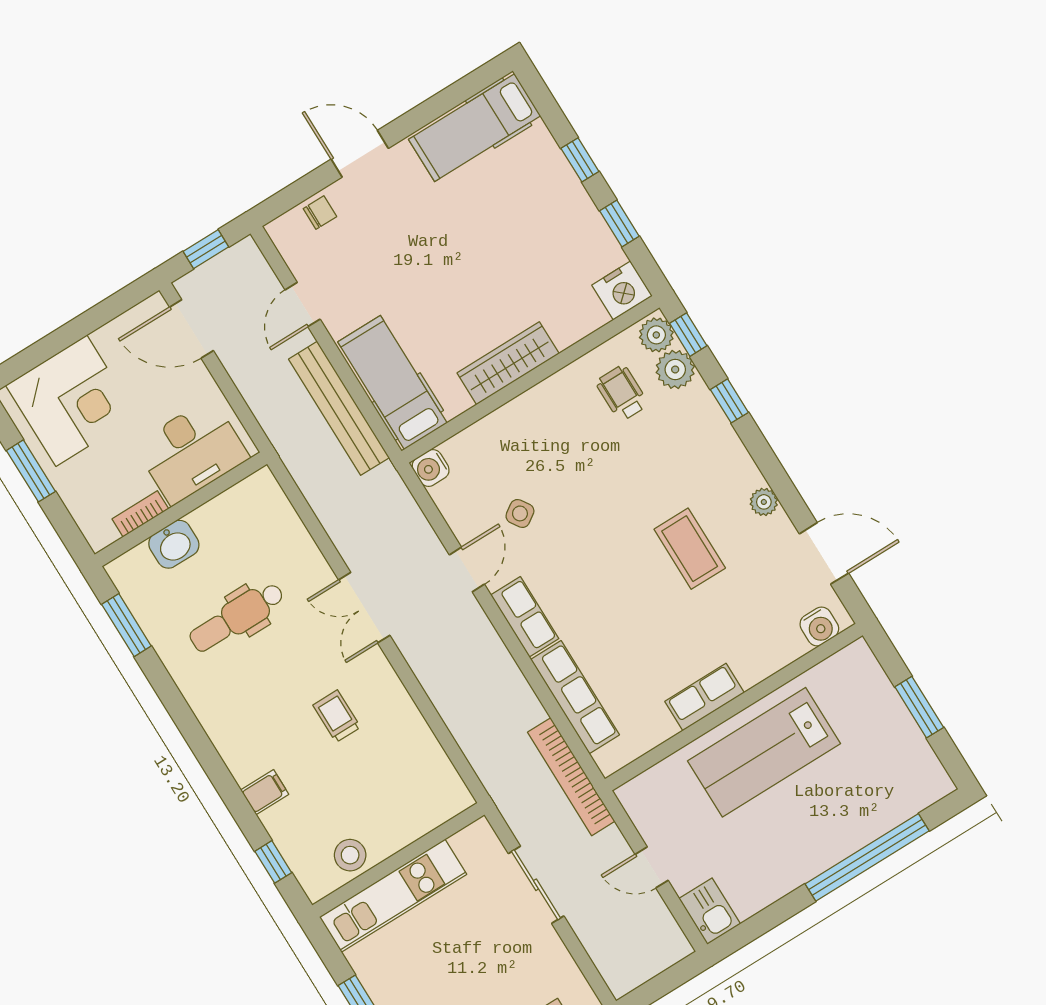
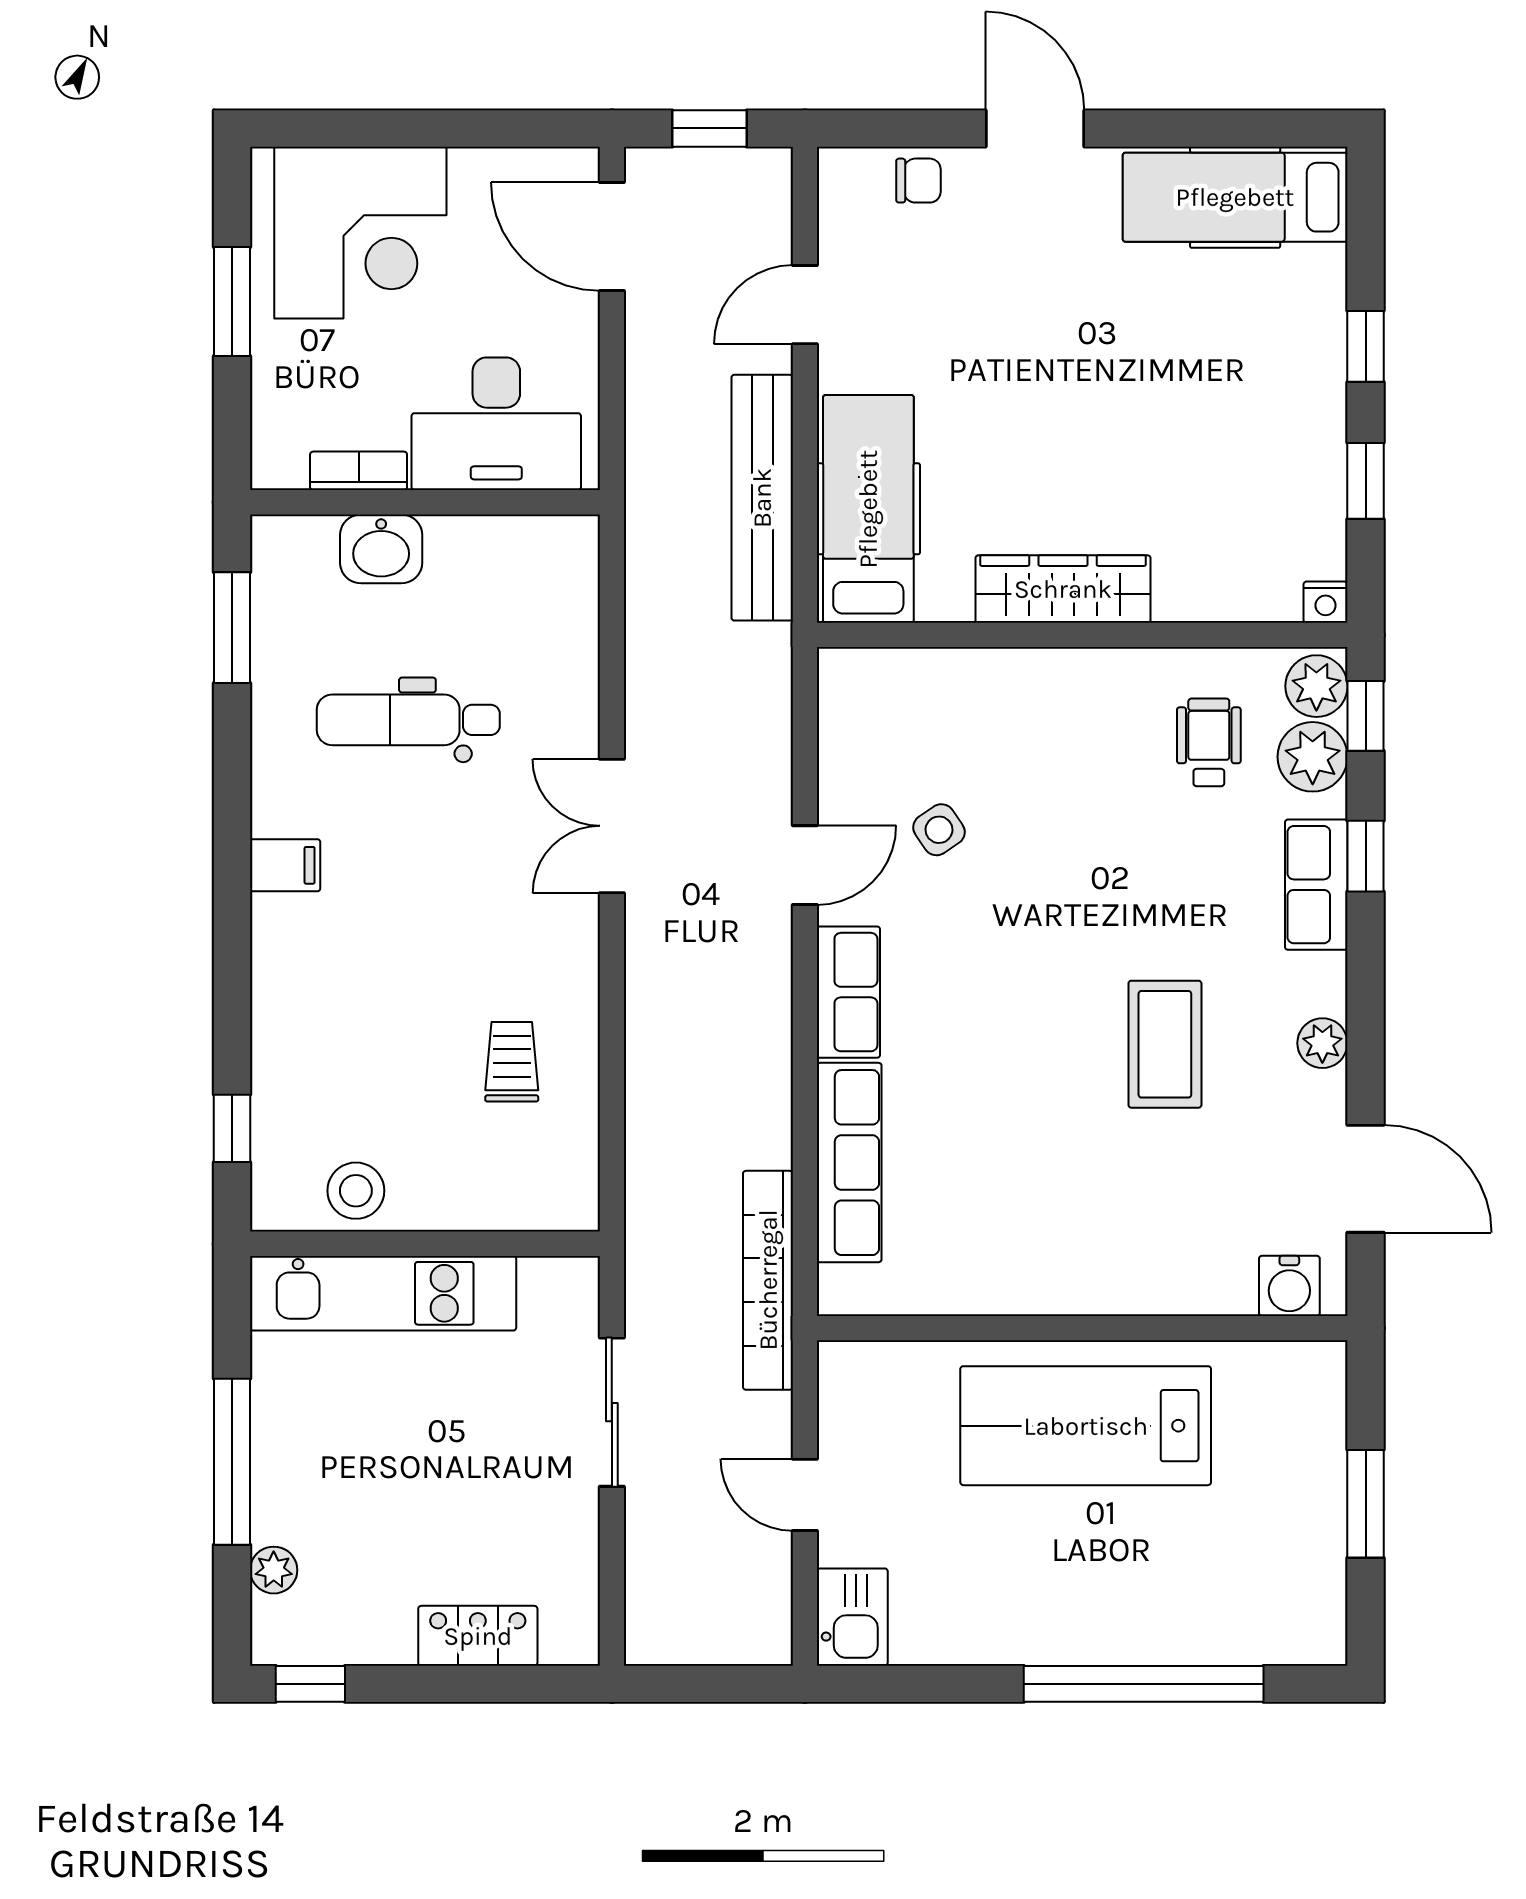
nightstand: (622, 290) -> (1326, 602), width x0.53, depth x0.56
water cooler: (431, 468) -> (846, 676), removed
row of seats: (704, 697) -> (1316, 885), moved, turned -90
trolley: (337, 716) -> (512, 1062), moved
filing cabinet: (265, 792) -> (285, 865), moved

